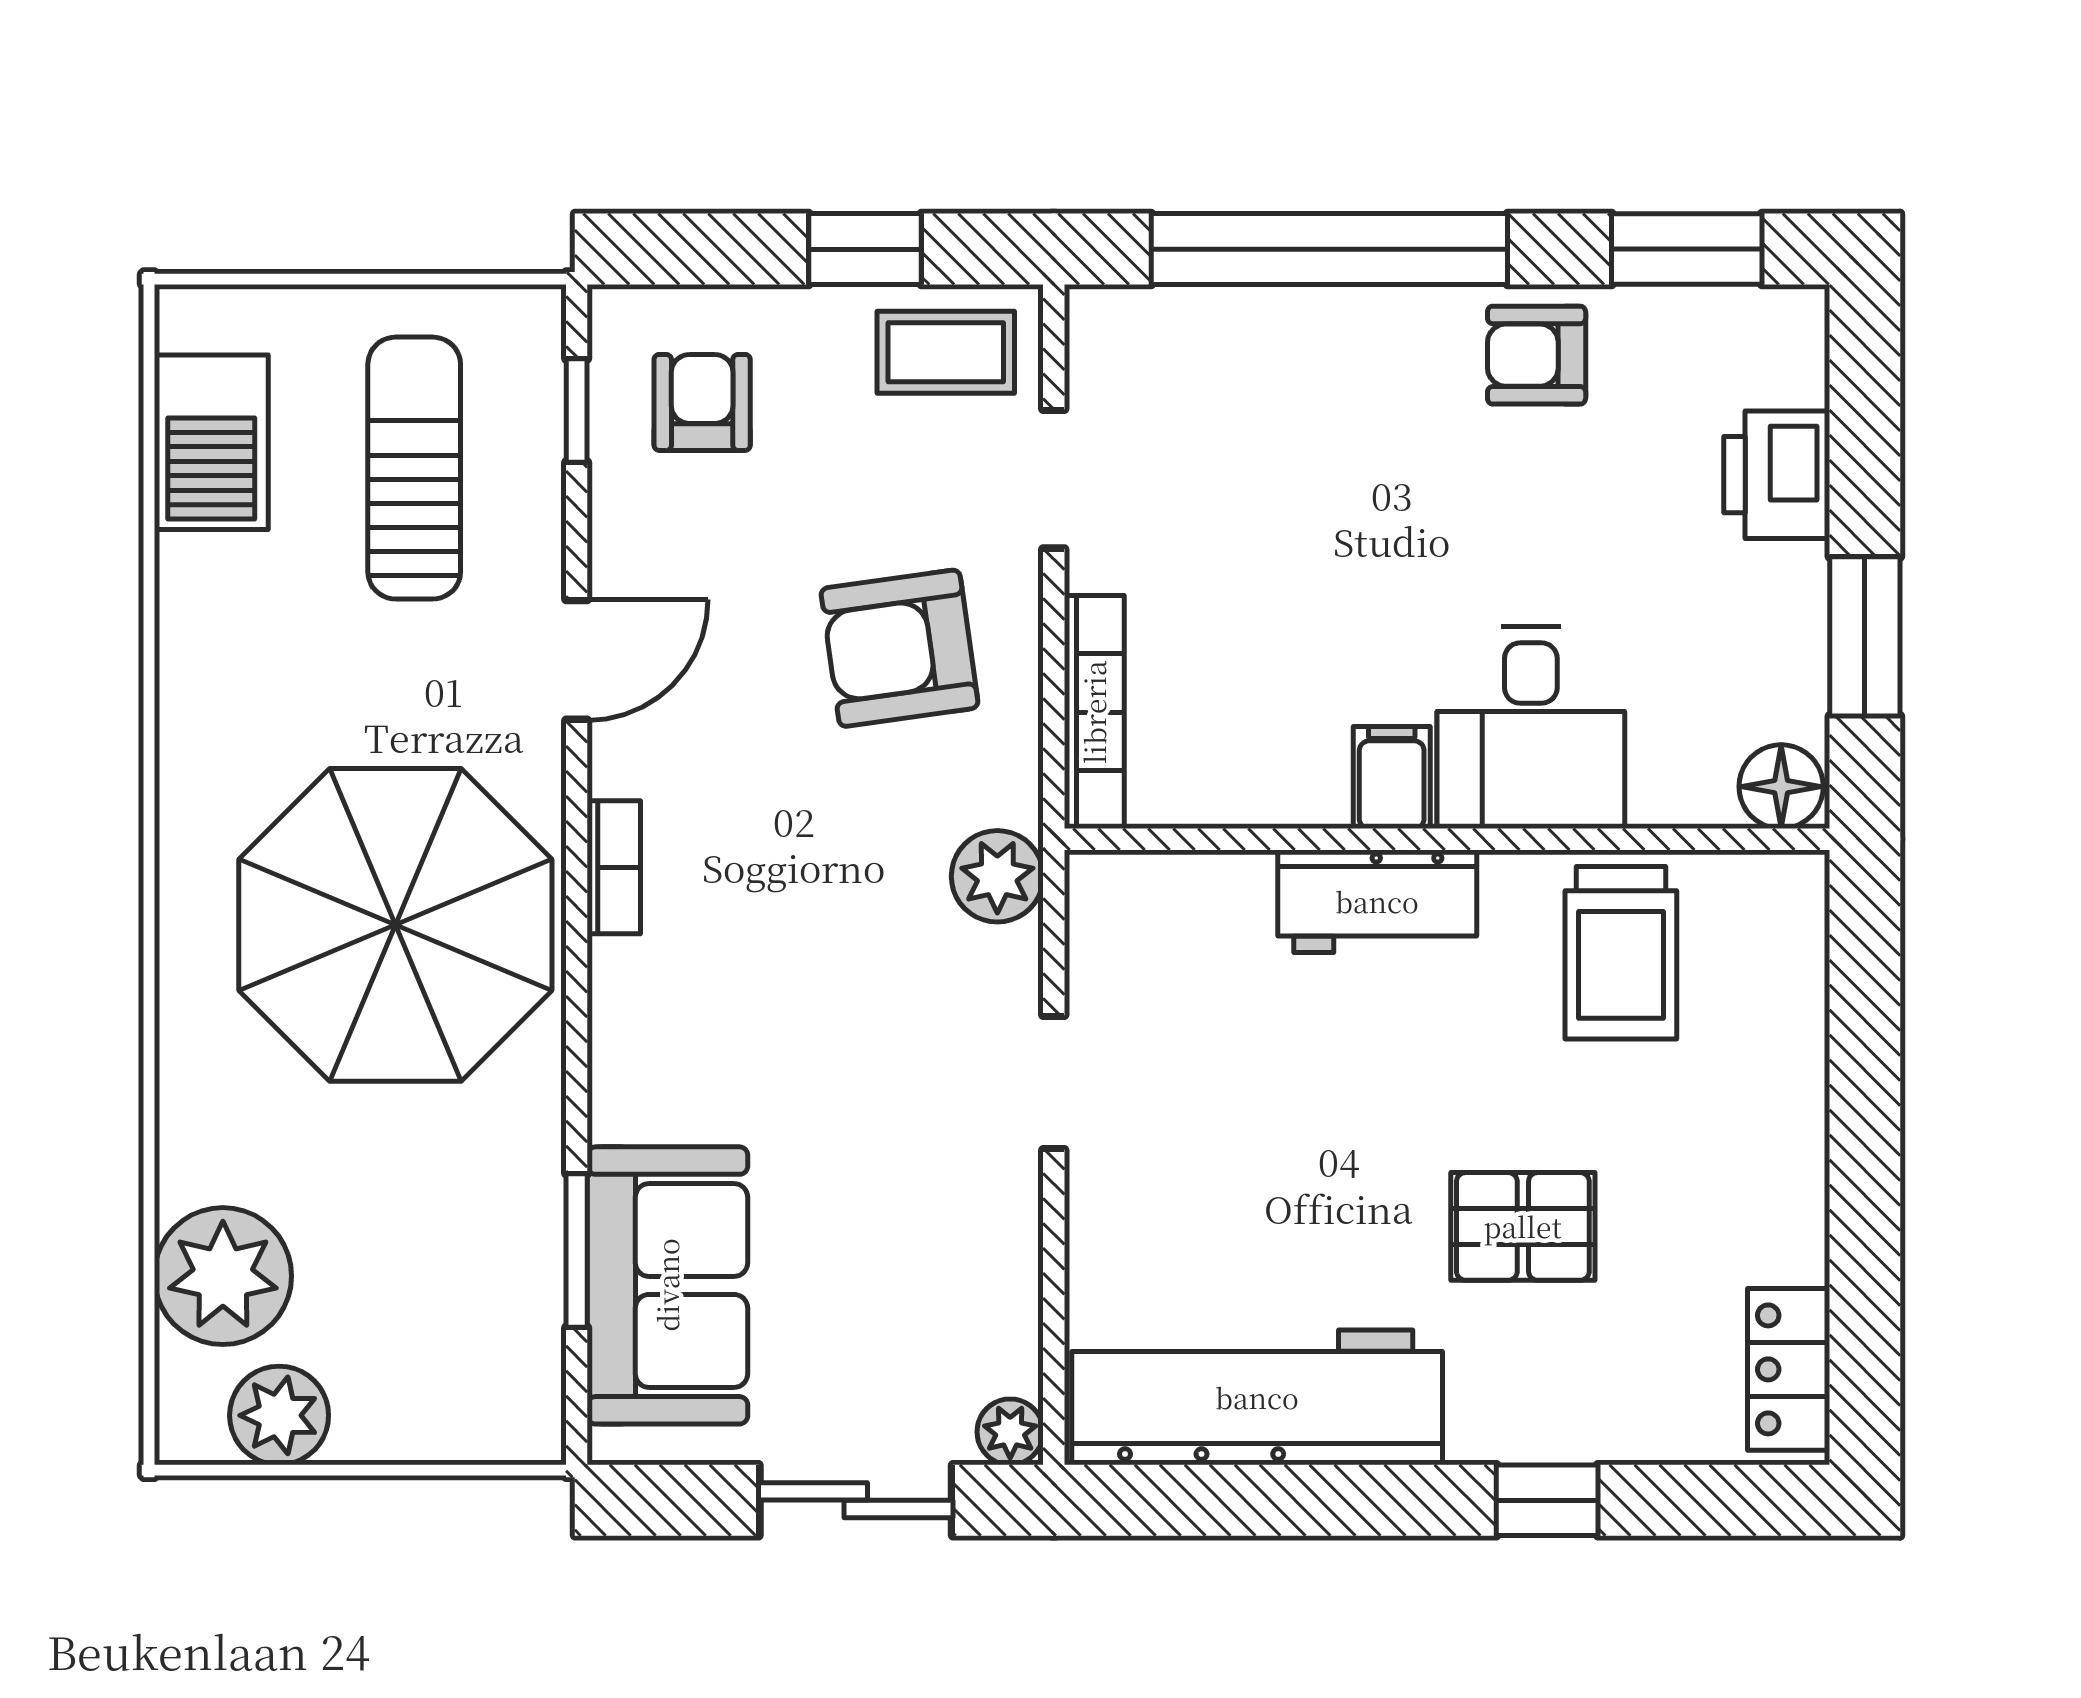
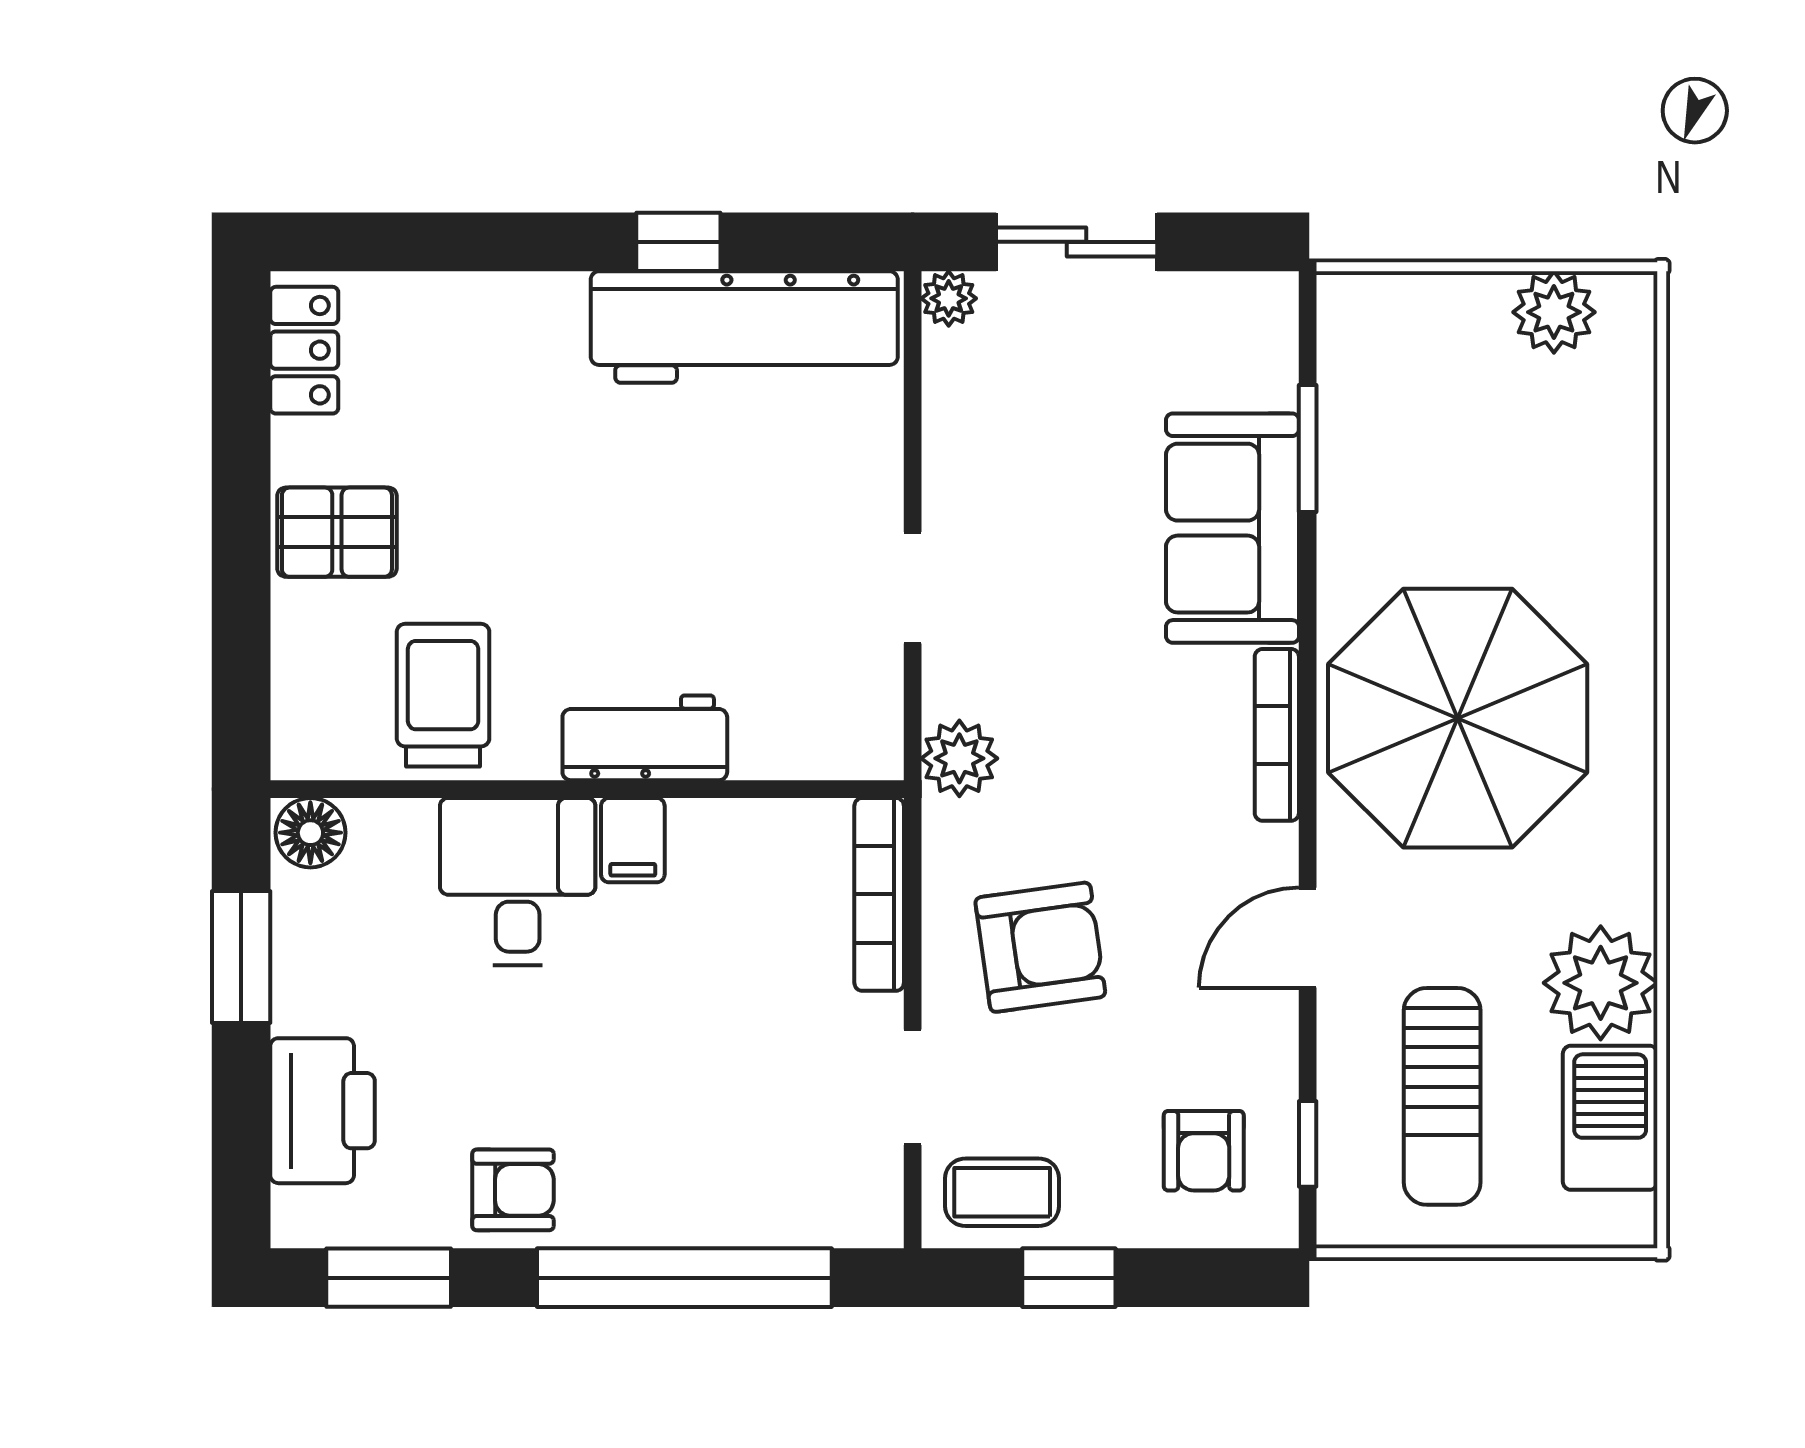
printer: (1777, 475) -> (323, 1111), width x1.37, depth x1.19
bookcase: (614, 867) -> (1277, 735), width x1.56
pallet: (1523, 1226) -> (337, 532), moved
plant: (223, 1276) -> (1601, 983), moved
sofa: (667, 1285) -> (1232, 528), moved
window: (1547, 1500) -> (678, 242), moved

